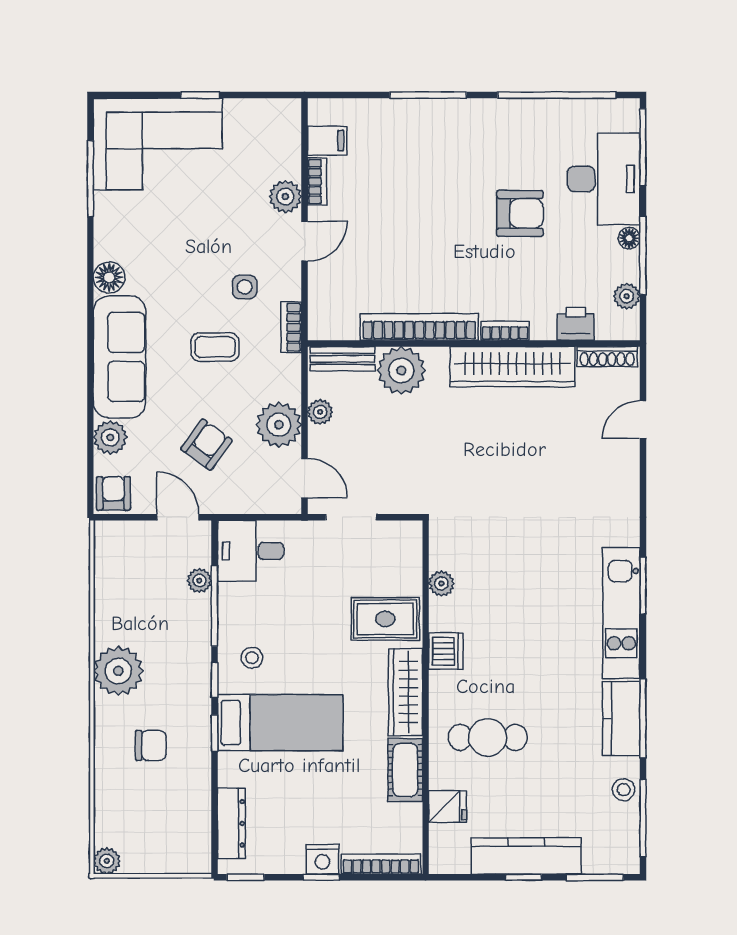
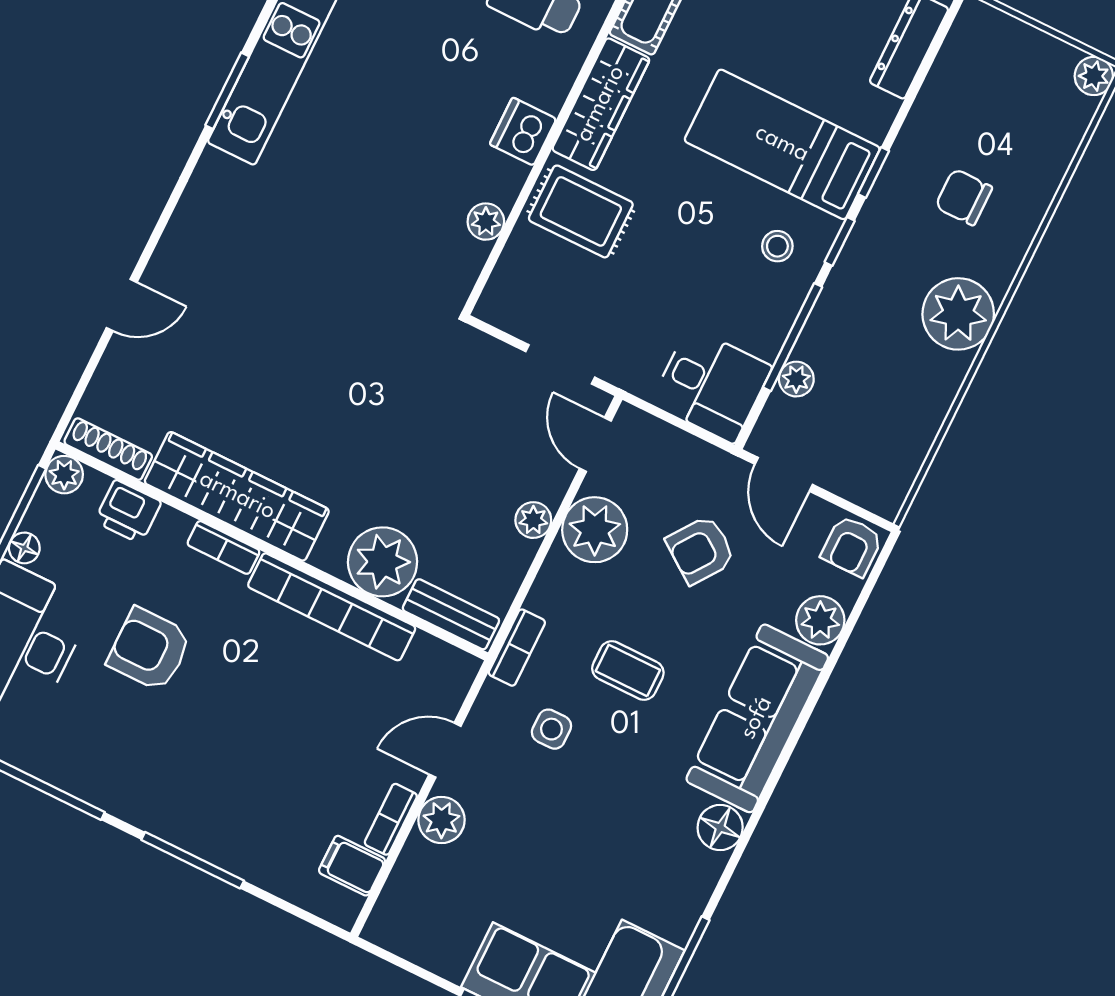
printer: (576, 324) -> (128, 512), moved
bookcase: (419, 327) -> (332, 607), moved
bookcase: (505, 331) -> (223, 547), moved
wall: (474, 343) -> (272, 551), moved
shoe rack: (607, 357) -> (108, 449), moved
bench: (343, 359) -> (451, 614), moved
wardrobe: (512, 367) -> (237, 496), moved
plant: (401, 371) -> (383, 562), moved

